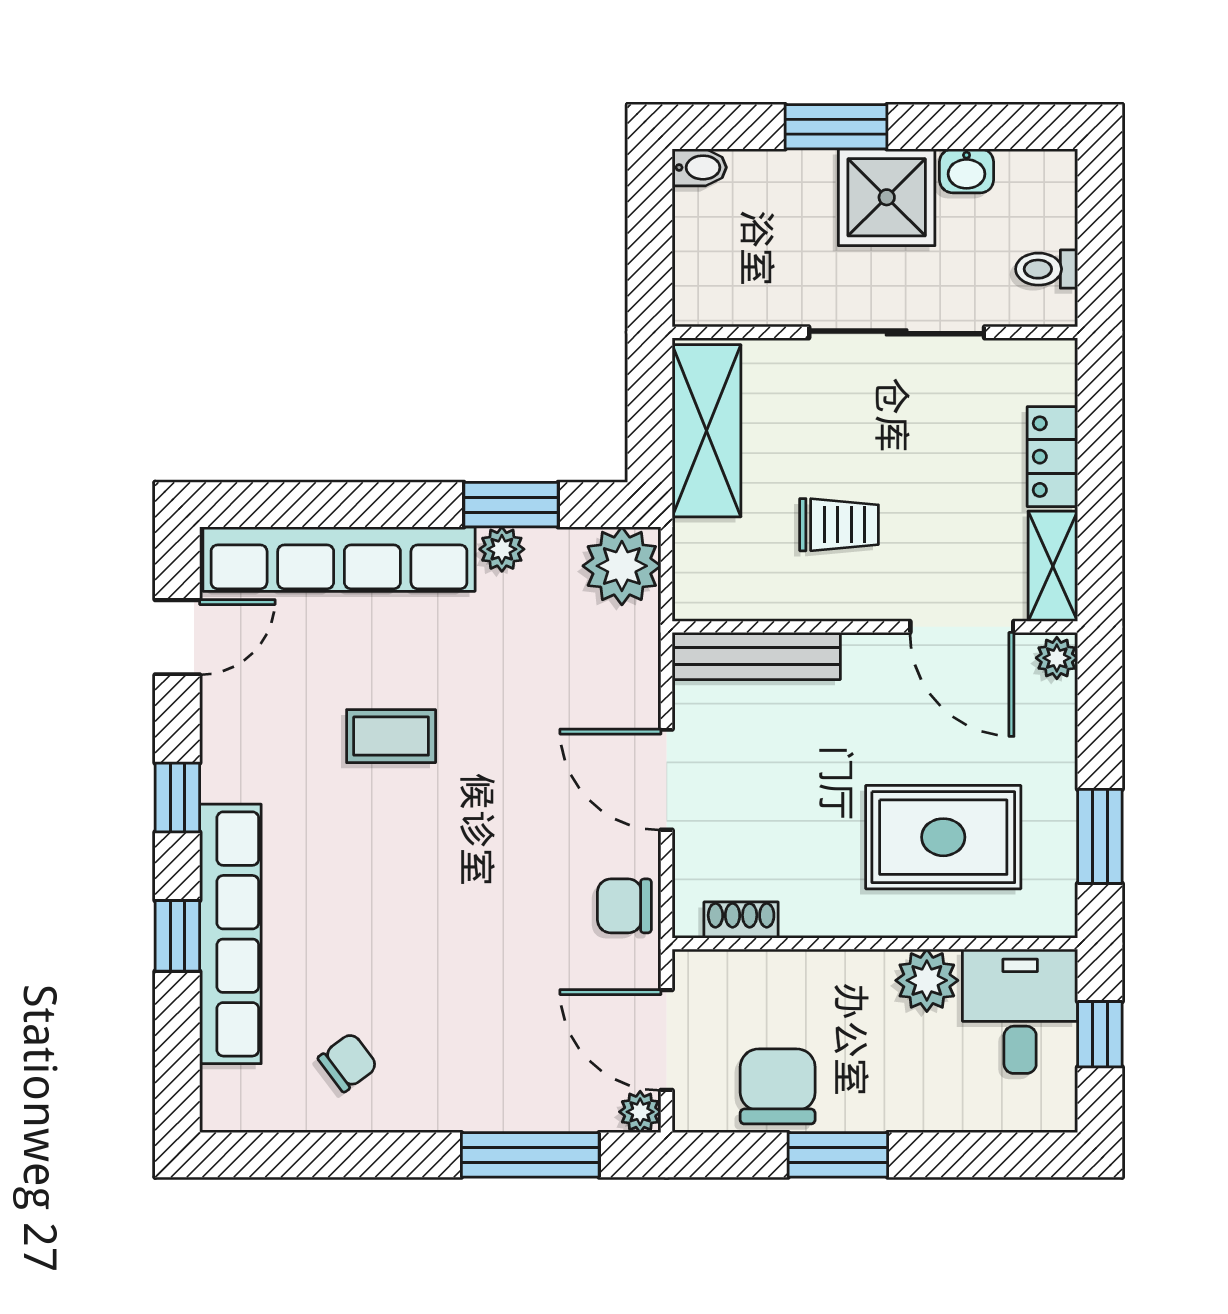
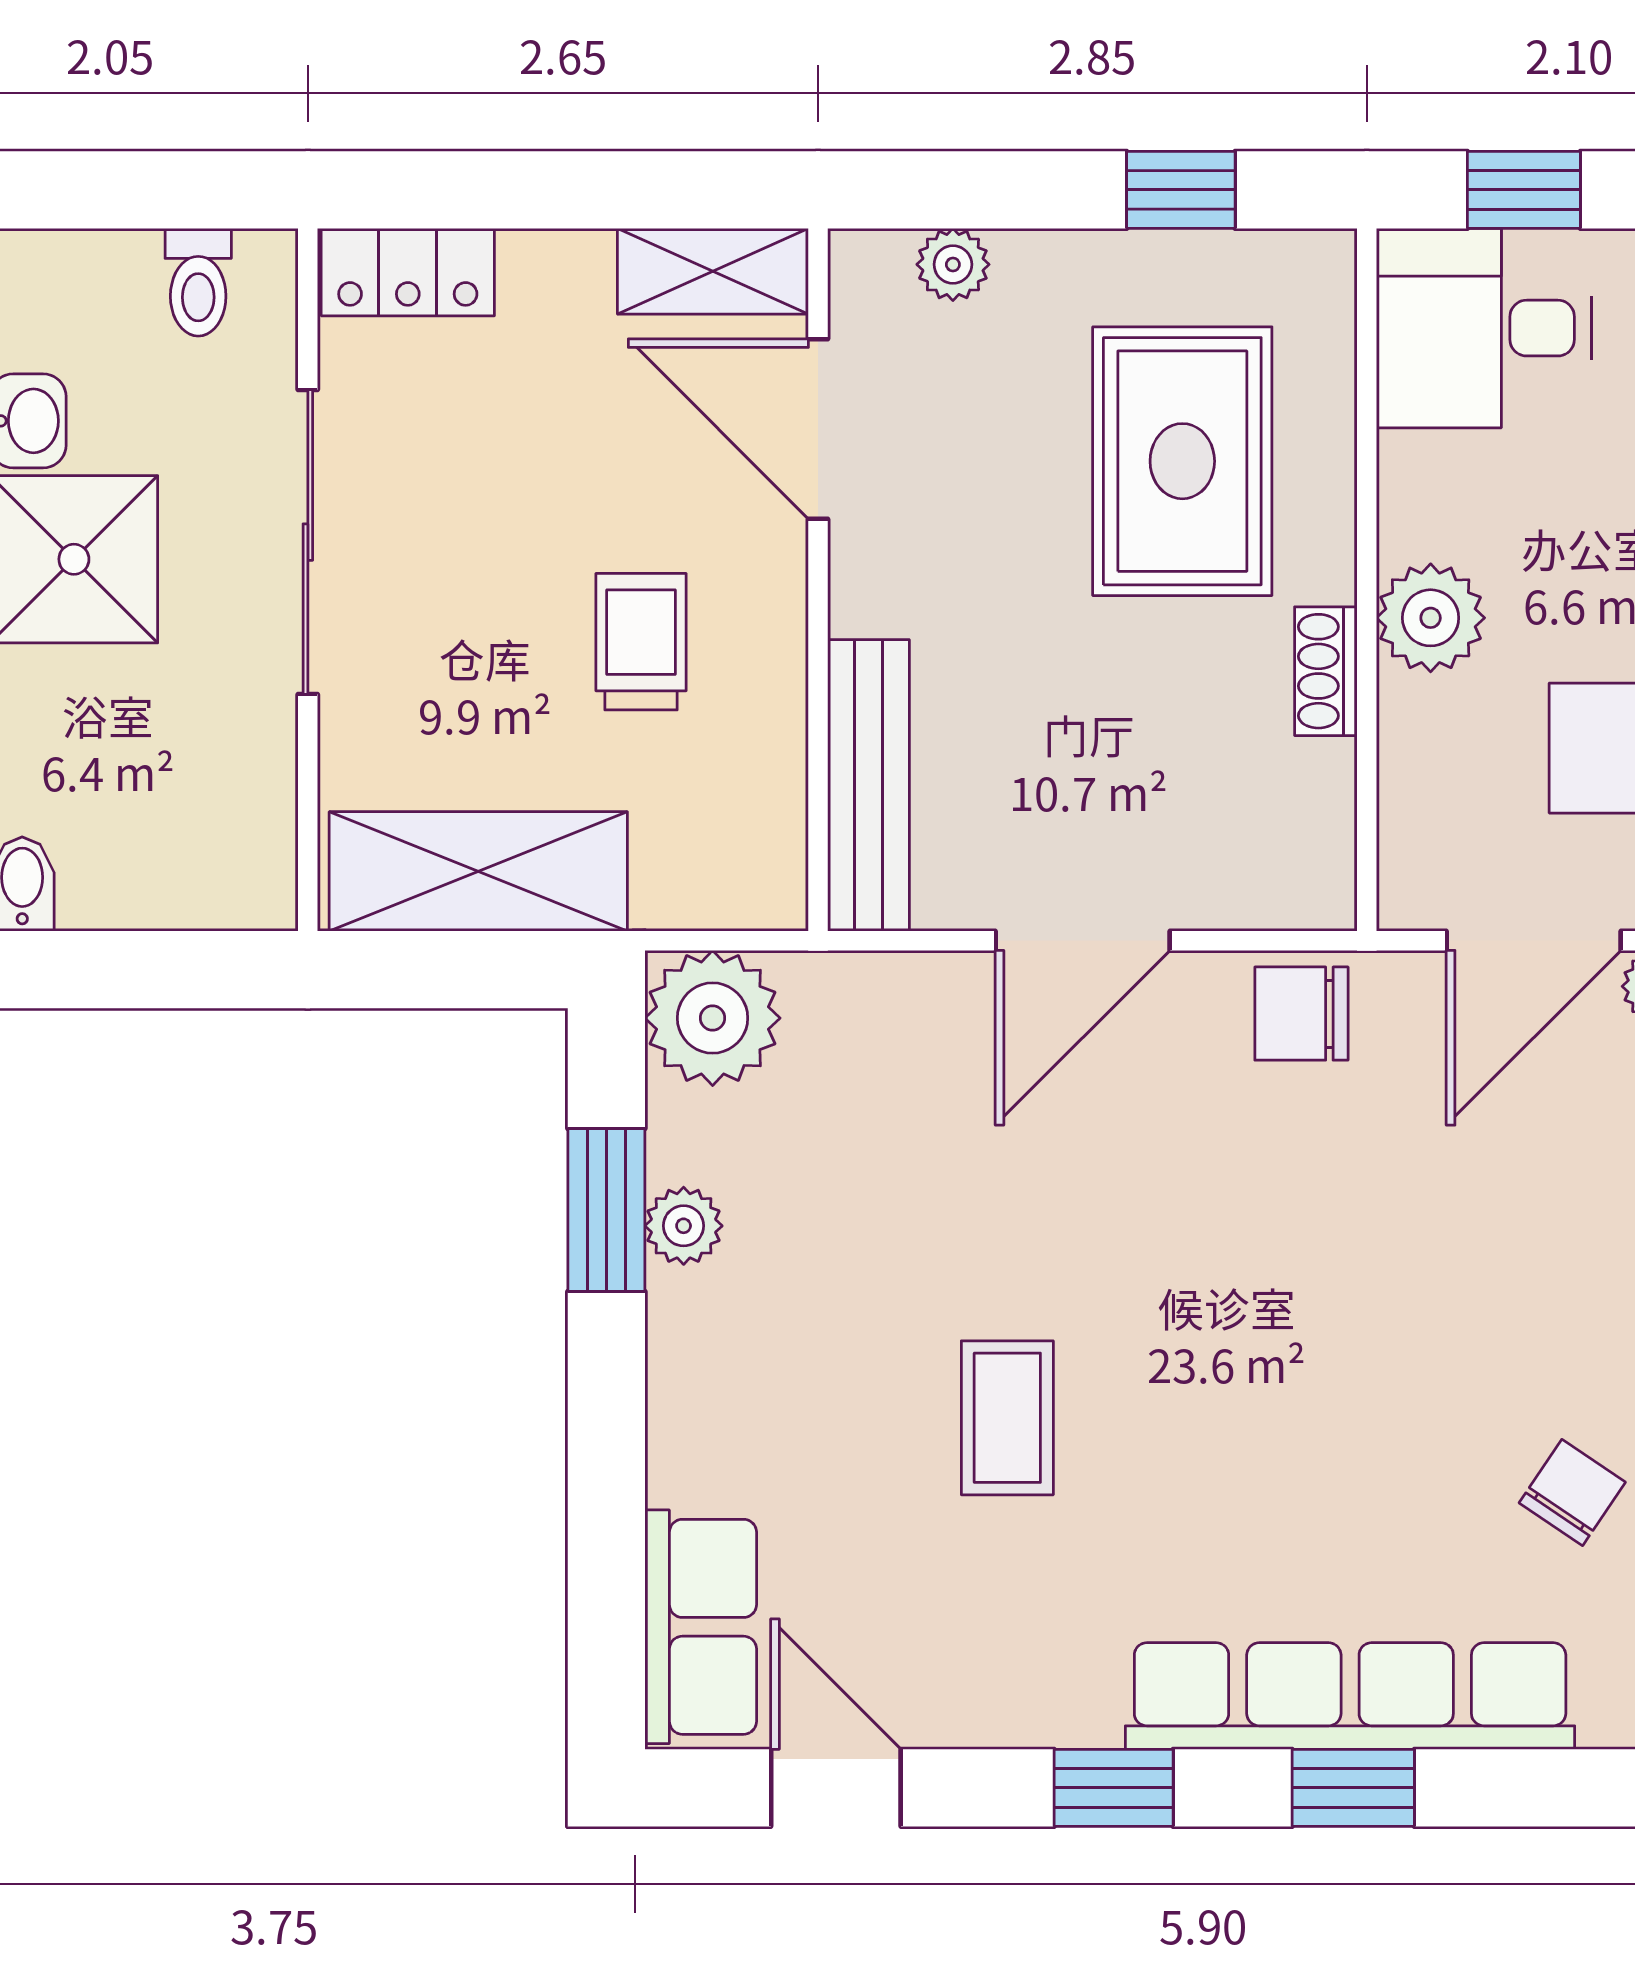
locker: (1052, 457) -> (408, 272), moved
row of seats: (339, 559) -> (701, 1627), width x0.50
door: (962, 627) -> (818, 429), swing flipped
plant: (1057, 658) -> (953, 264), moved
window: (1100, 836) -> (1181, 190), width x0.67
chair: (624, 906) -> (1301, 1014), turned 90
shoe rack: (741, 920) -> (1326, 671), moved
plant: (927, 980) -> (1431, 618), moved
chair: (348, 1062) -> (1572, 1493), turned 71

